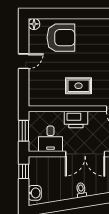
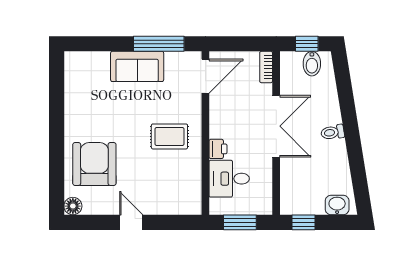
rug: (79, 86) -> (169, 136), turned 90
printer: (76, 119) -> (218, 149), width x0.53, depth x0.68
desk: (50, 139) -> (229, 179), moved, turned 180

